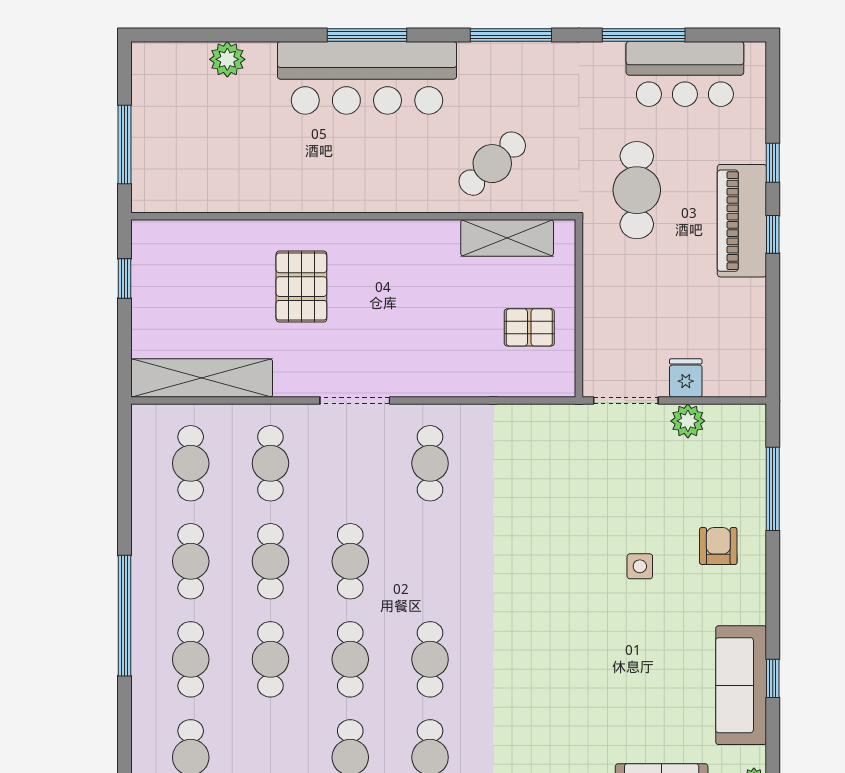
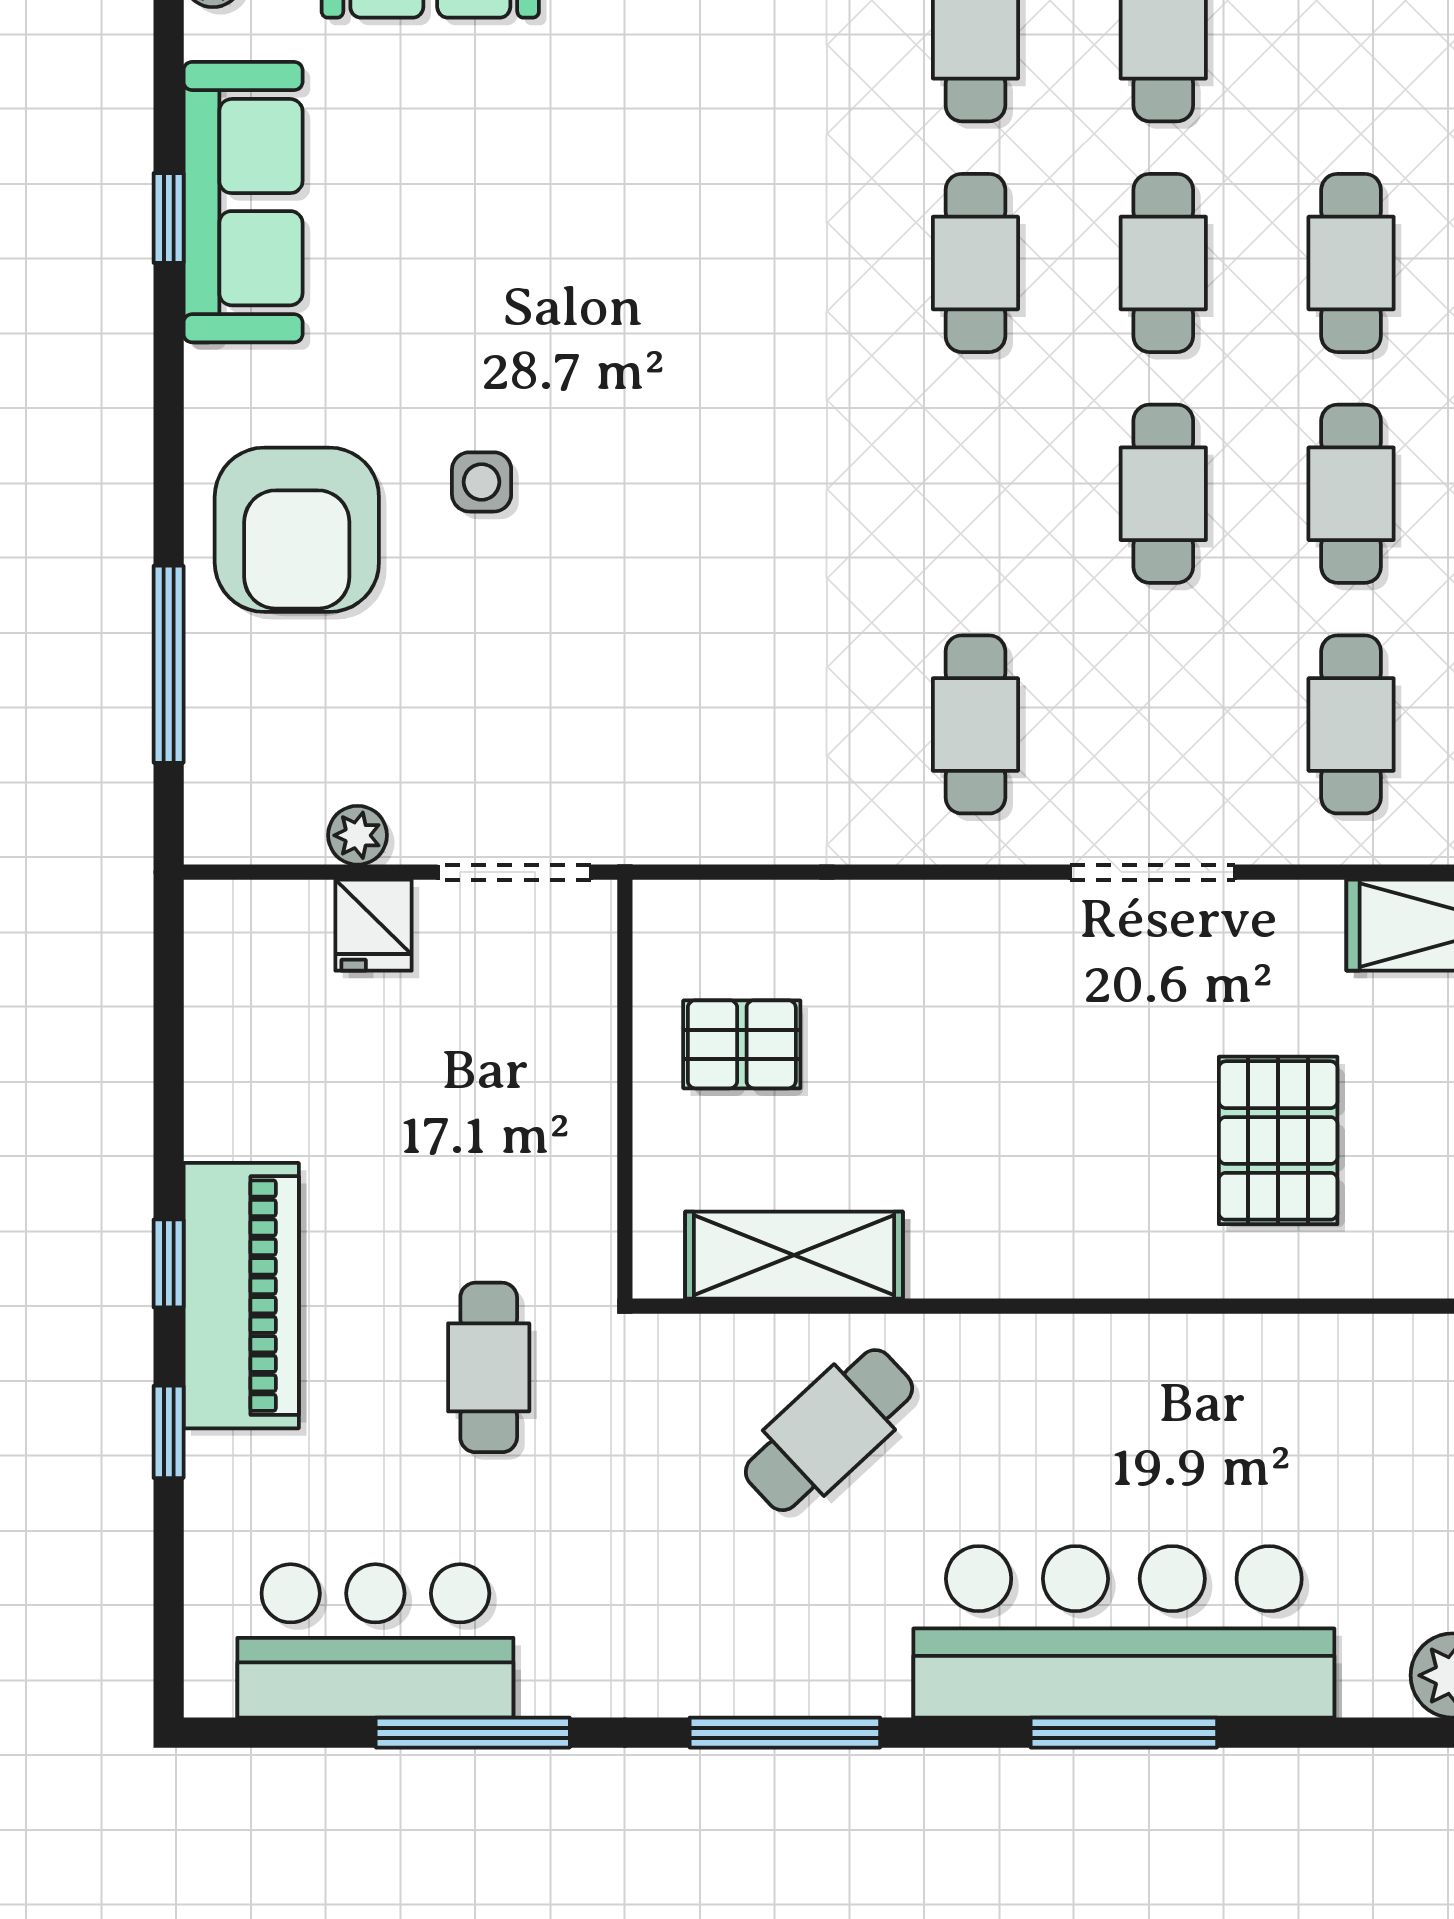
cafe table: (637, 190) -> (489, 1367), width x0.73, depth x0.74
plant: (688, 421) -> (358, 835), width x0.73, depth x0.73
armchair: (718, 546) -> (297, 530), width x1.88, depth x1.88

